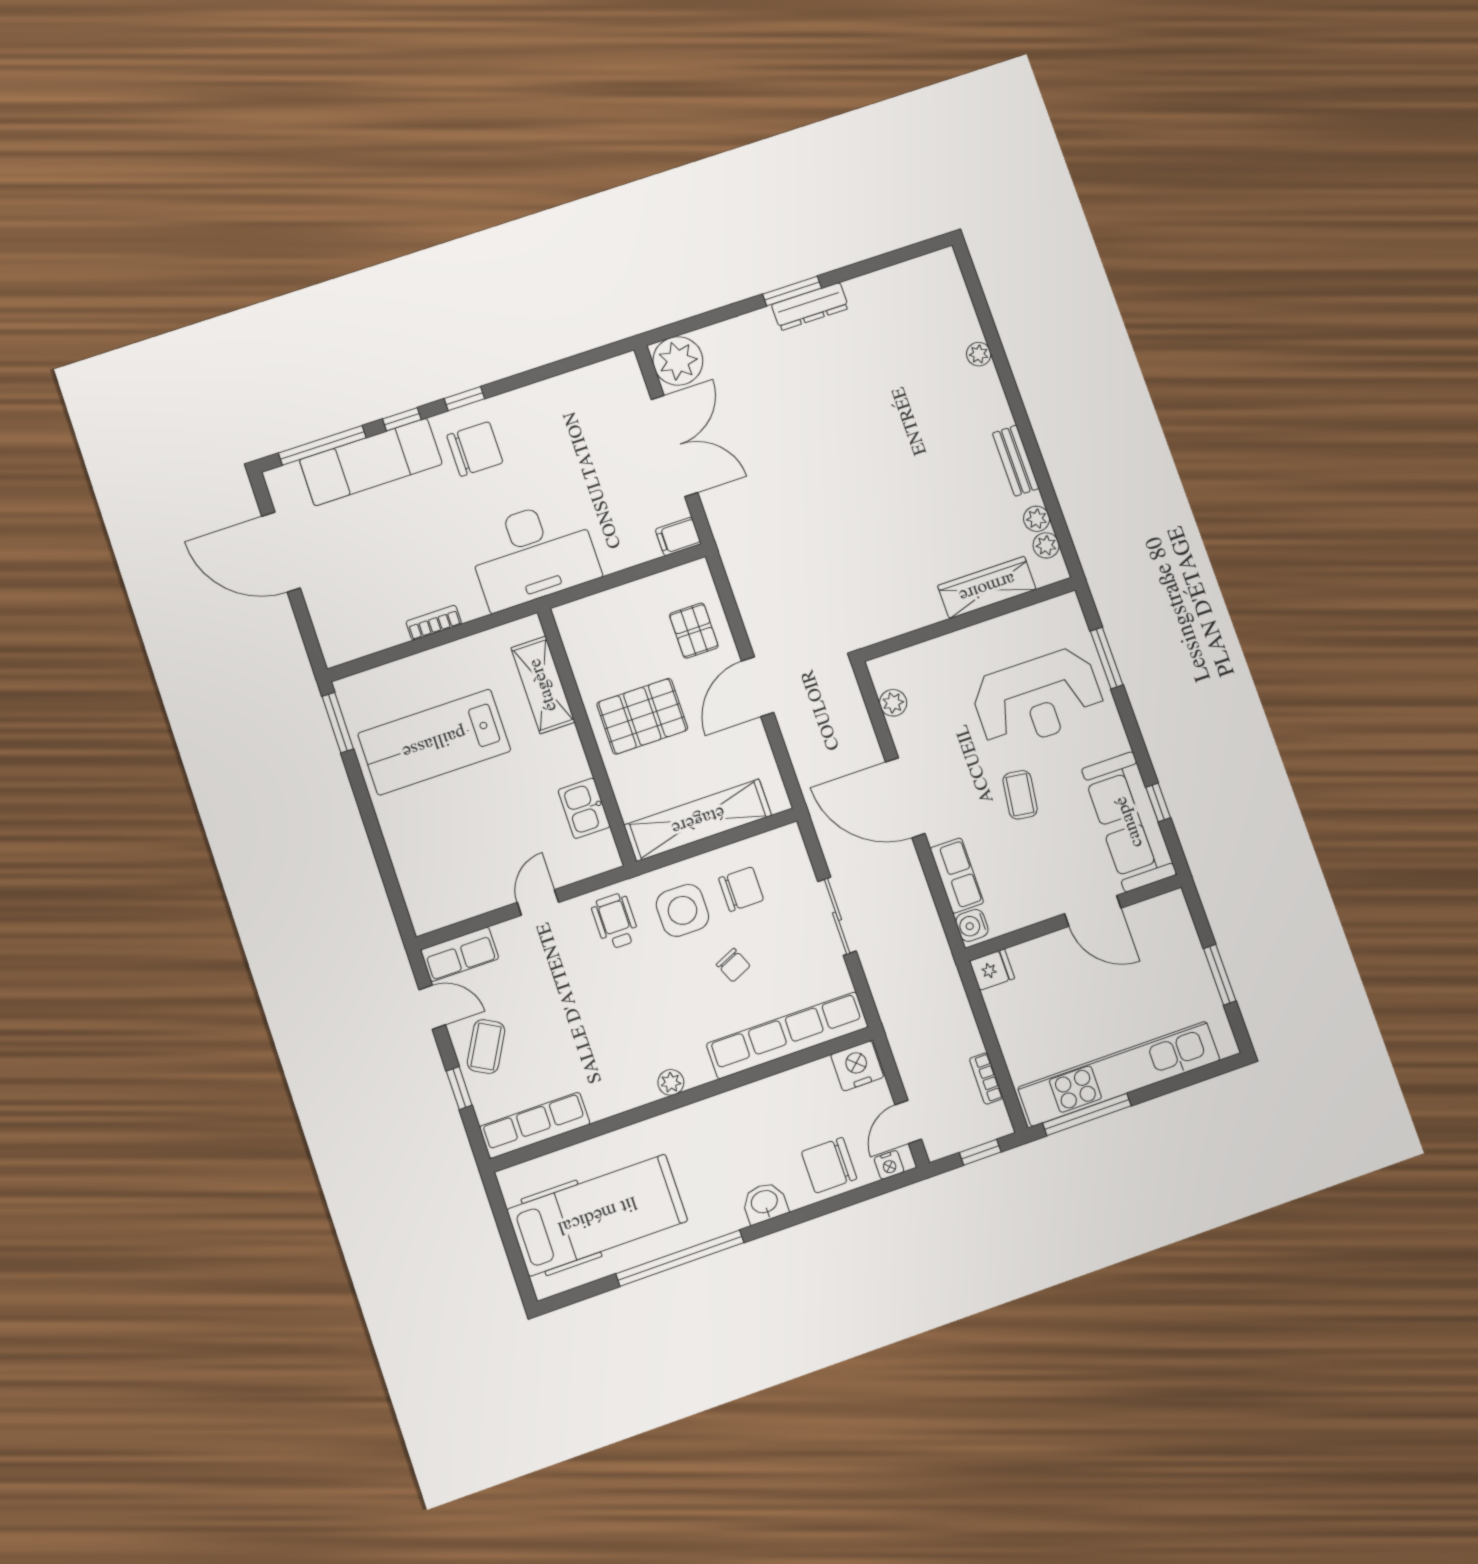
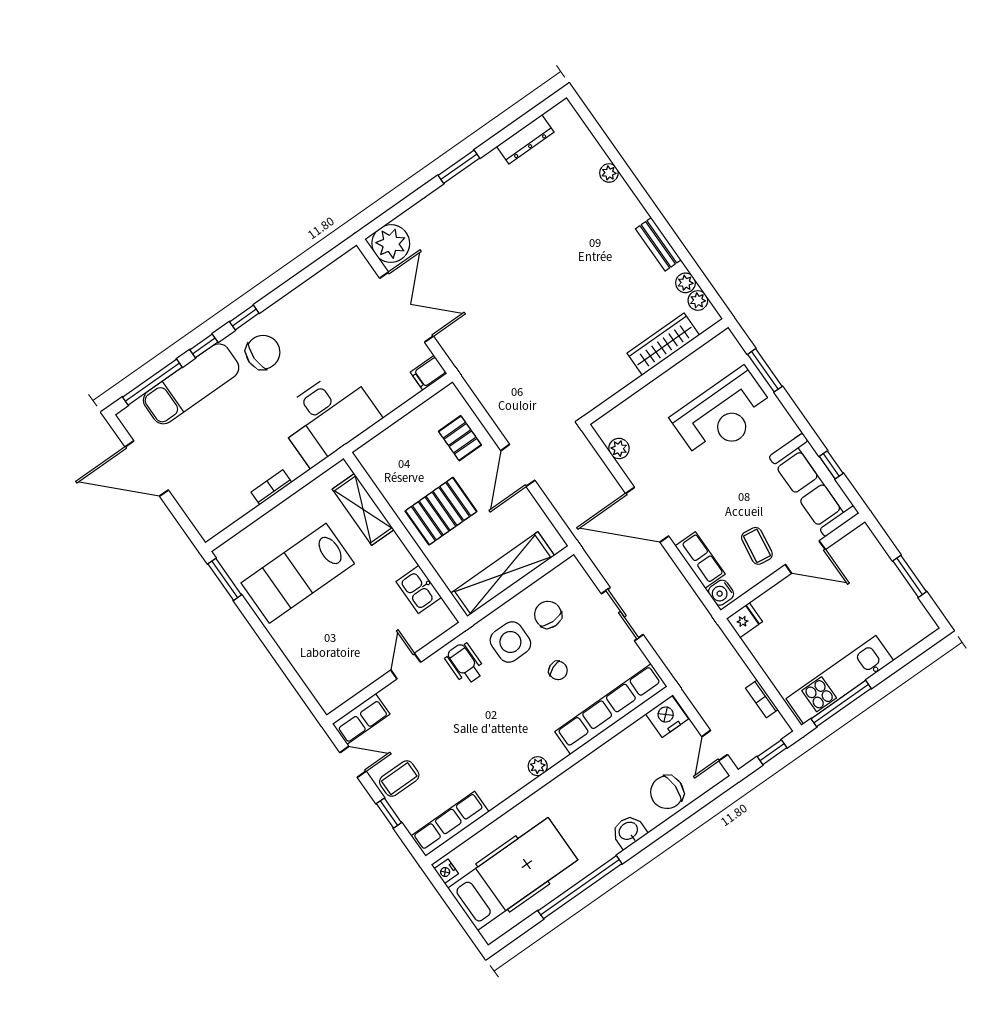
dresser: (810, 306) -> (525, 139), moved
coffee table: (1020, 795) -> (757, 546), moved
chair: (741, 889) -> (548, 615), turned -90
coffee table: (486, 1047) -> (399, 779), turned 61
kitchen unit: (1119, 1074) -> (840, 680), width x0.73
nightstand: (889, 1165) -> (446, 871), moved, turned 90

